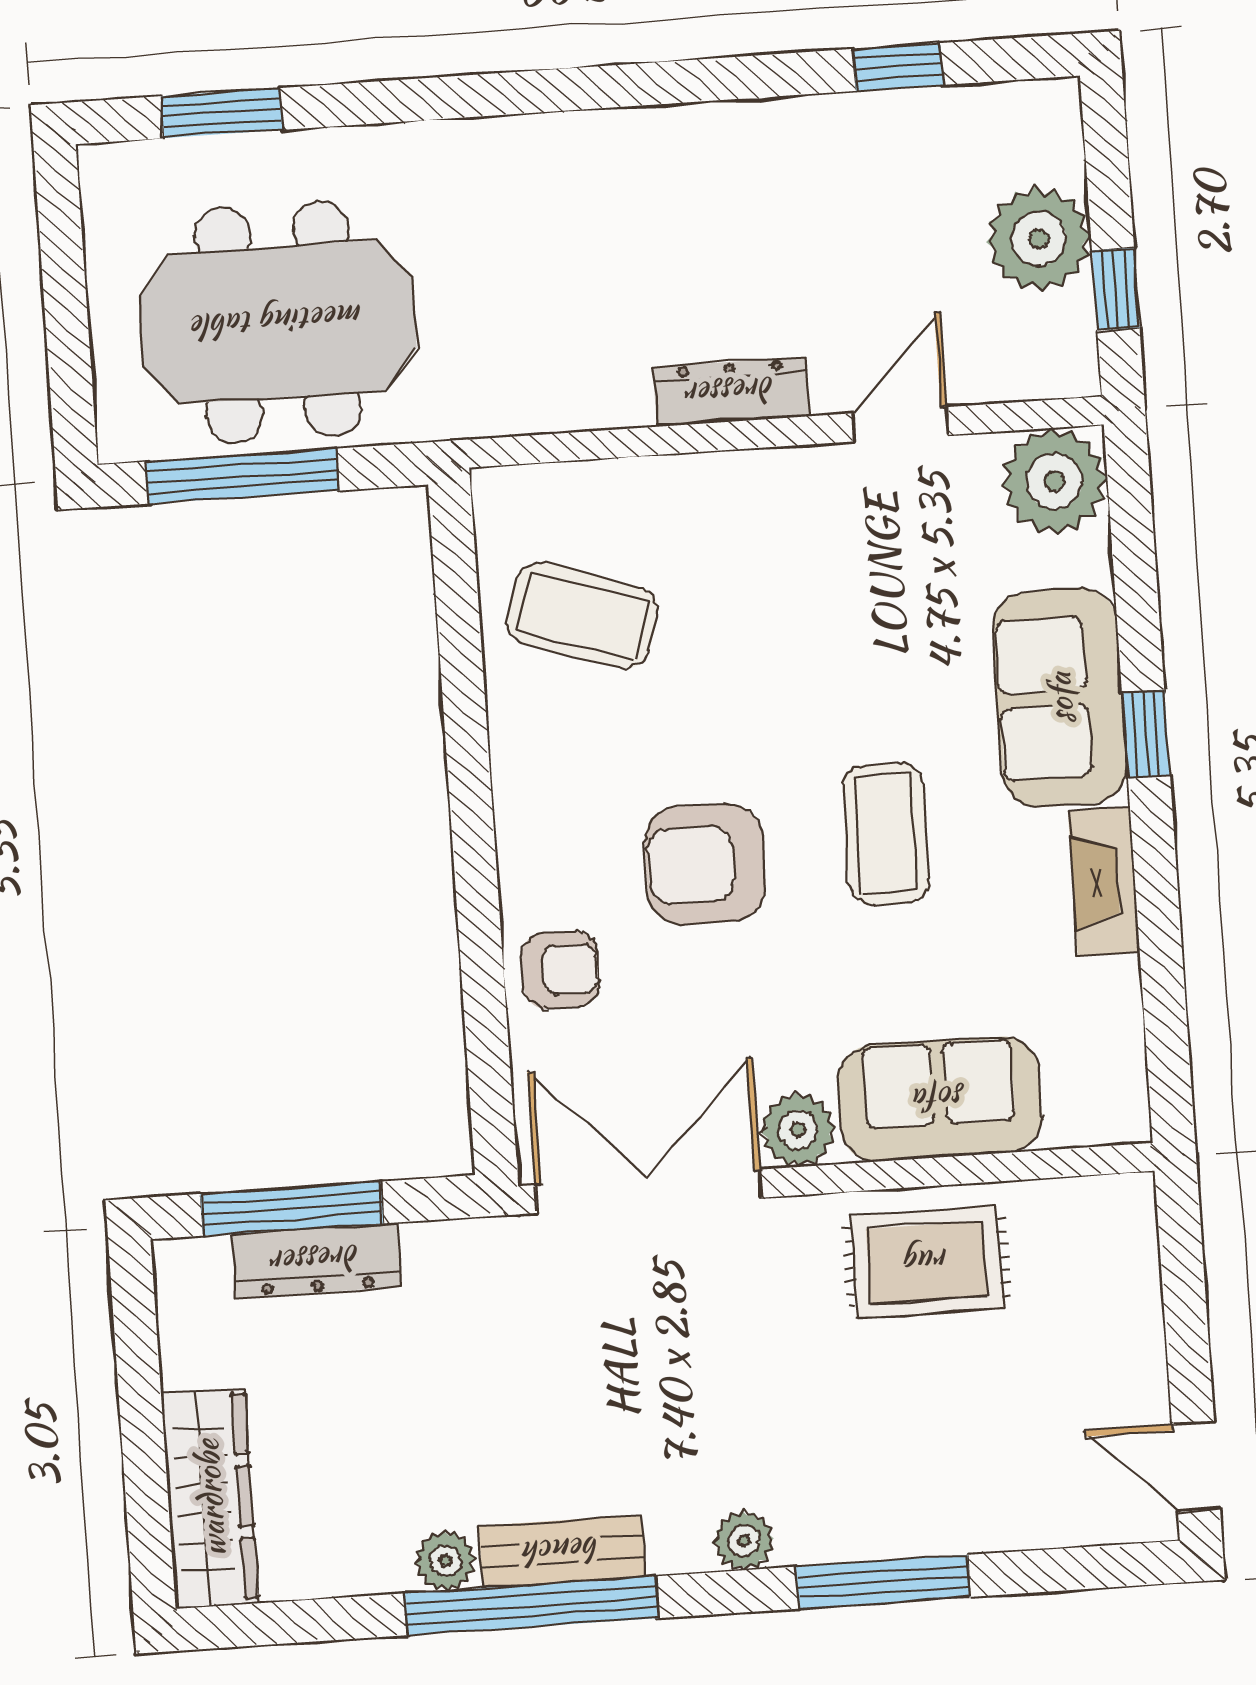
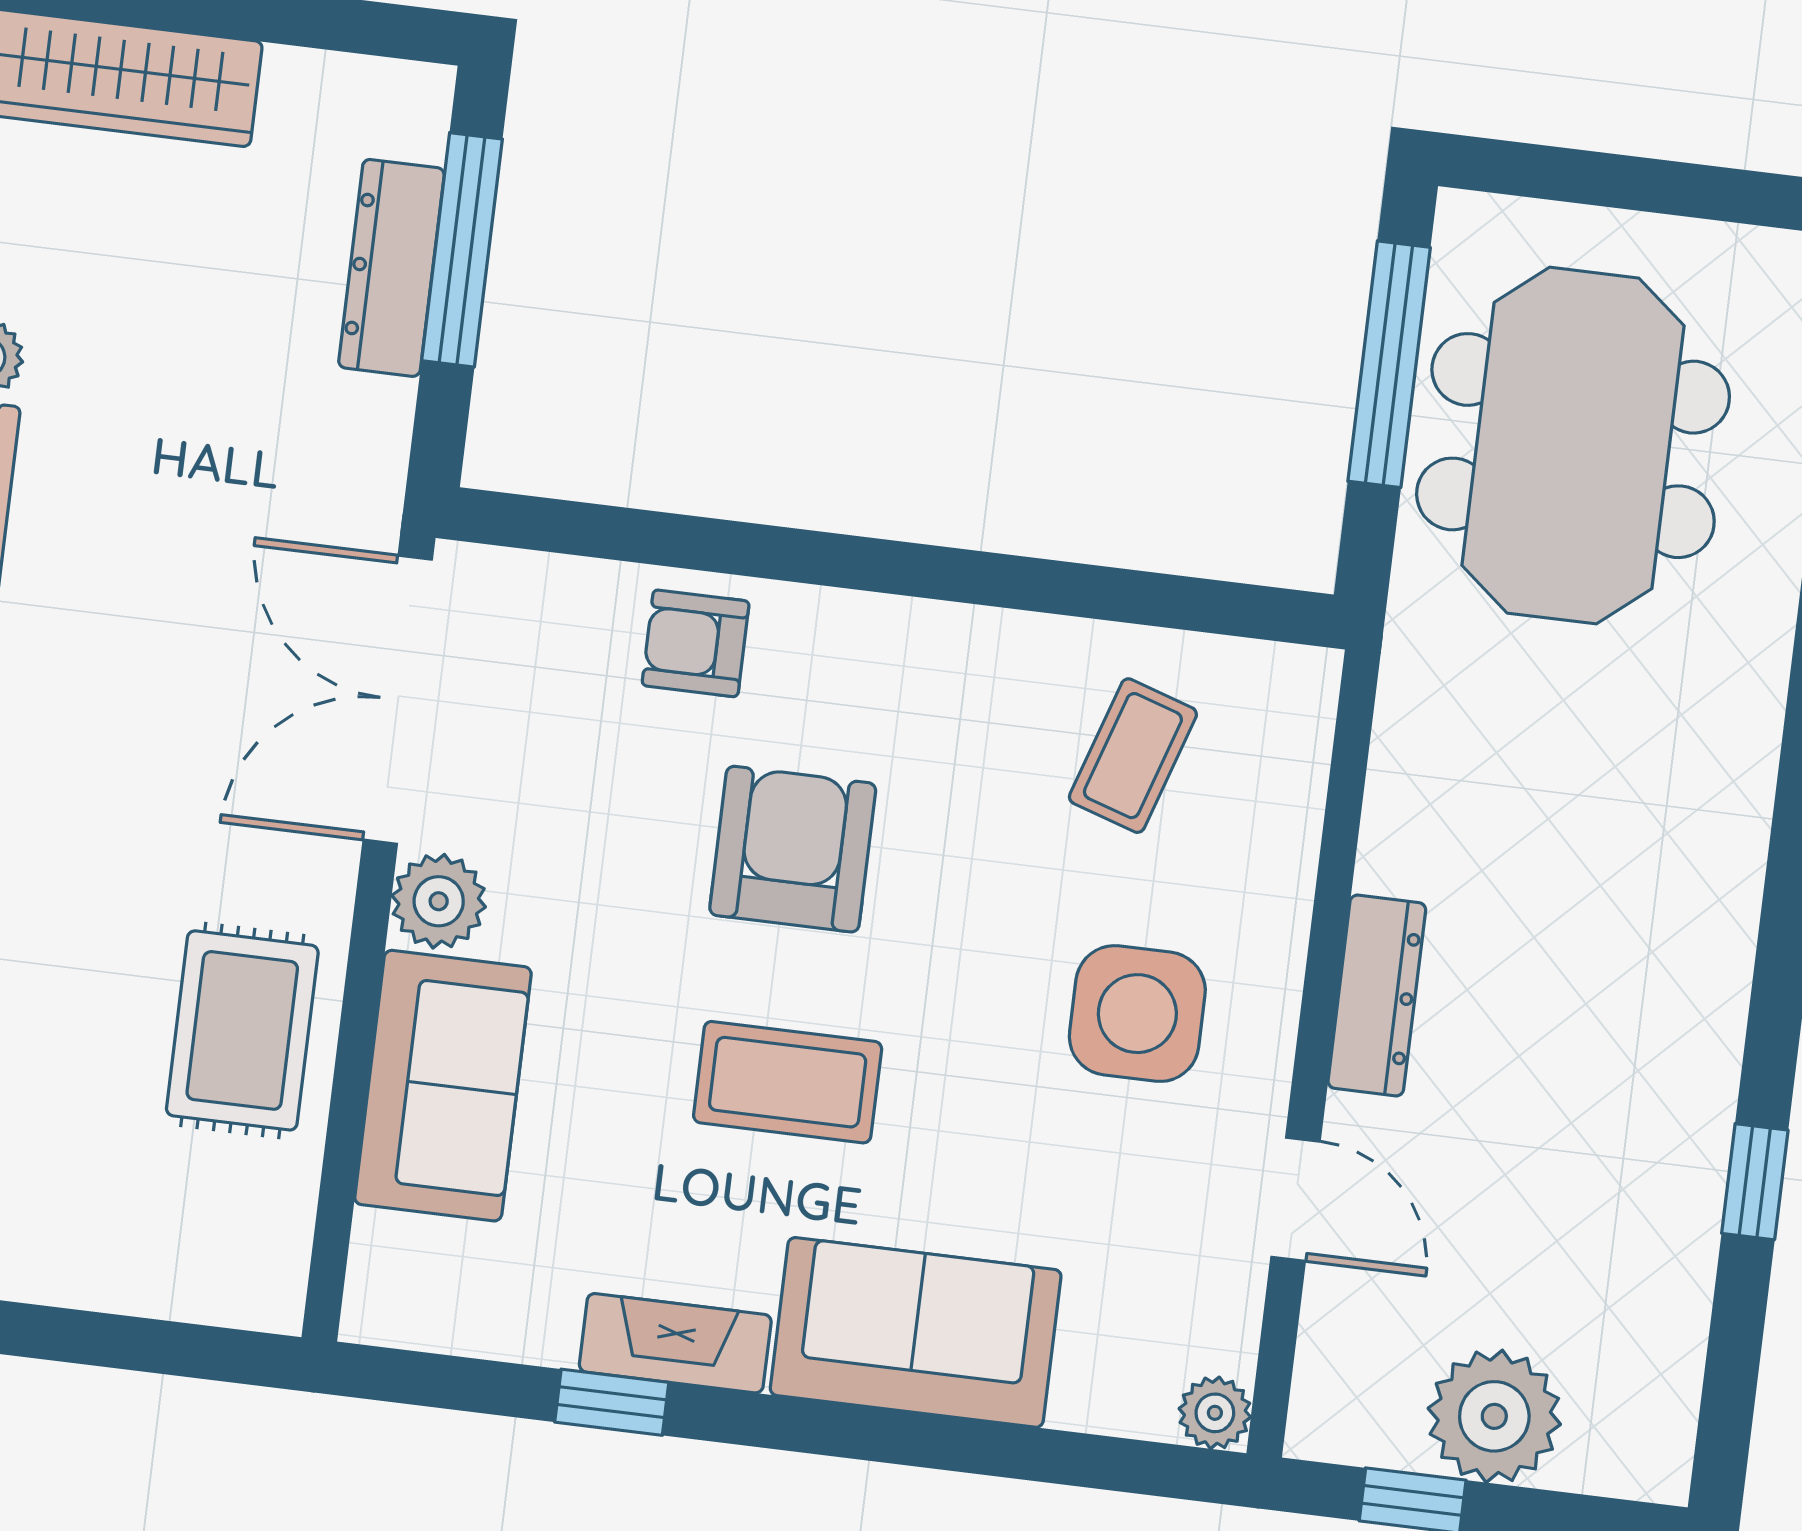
window: (898, 67) -> (1755, 1182), moved
plant: (1054, 481) -> (1215, 1413), width x0.53, depth x0.53
side table: (781, 574) -> (1137, 1014), added
coffee table: (582, 616) -> (1133, 756), width x0.73, depth x0.77
window: (1146, 734) -> (612, 1402), moved
armchair: (561, 970) -> (696, 643), turned 90
double door: (648, 1191) -> (398, 700), swing flipped

